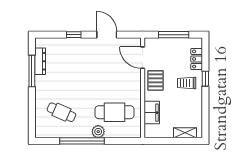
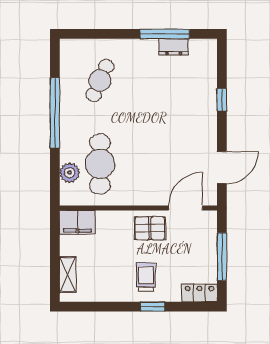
door: (107, 35) -> (222, 168), moved
locker: (197, 59) -> (199, 293), moved
dresser: (40, 61) -> (174, 47), width x0.70
filing cabinet: (152, 113) -> (77, 222), moved
plant: (98, 132) -> (70, 173), moved

